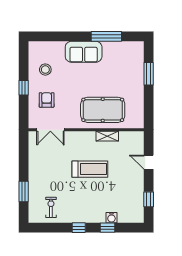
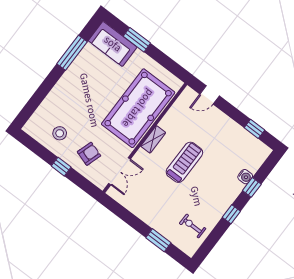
sofa: (84, 52) -> (113, 44), moved, turned 90
armchair: (47, 100) -> (89, 154), turned 108
pool table: (103, 110) -> (138, 108), width x1.36, depth x1.32
shelving: (107, 136) -> (153, 139), moved
door: (149, 162) -> (210, 95), moved

